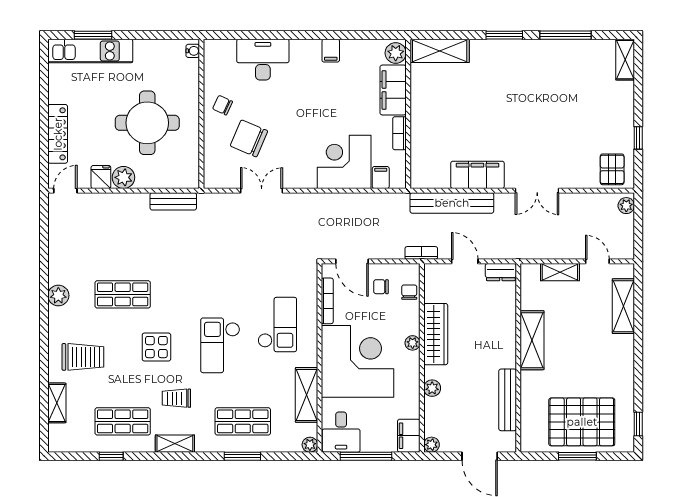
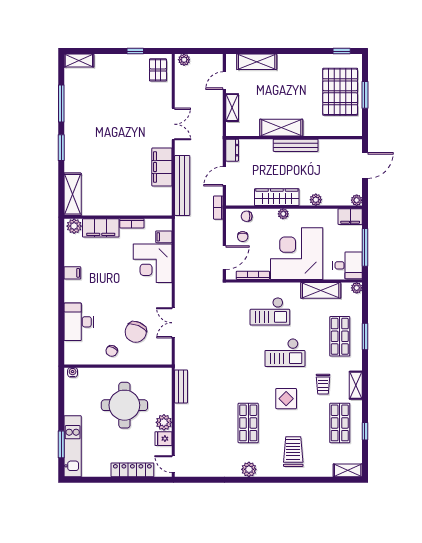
pallet: (612, 169) -> (158, 70), turned 90
checkout: (277, 325) -> (270, 311), turned 180
bench: (508, 400) -> (296, 145), moved
shelving: (57, 403) -> (348, 470), moved

